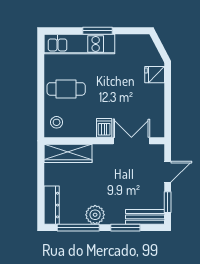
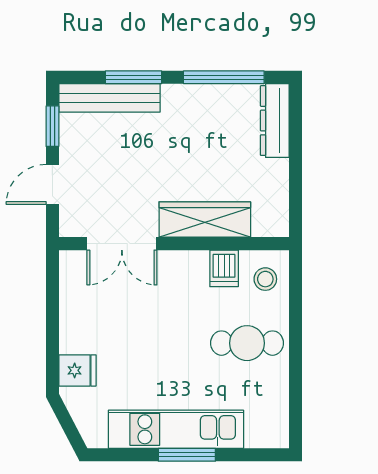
kitchen unit: (79, 44) -> (176, 429), moved
dishwasher: (104, 128) -> (224, 268), moved
wardrobe: (68, 153) -> (205, 220), moved
plant: (95, 215) -> (191, 102), removed
bench: (145, 217) -> (110, 98), width x1.36

